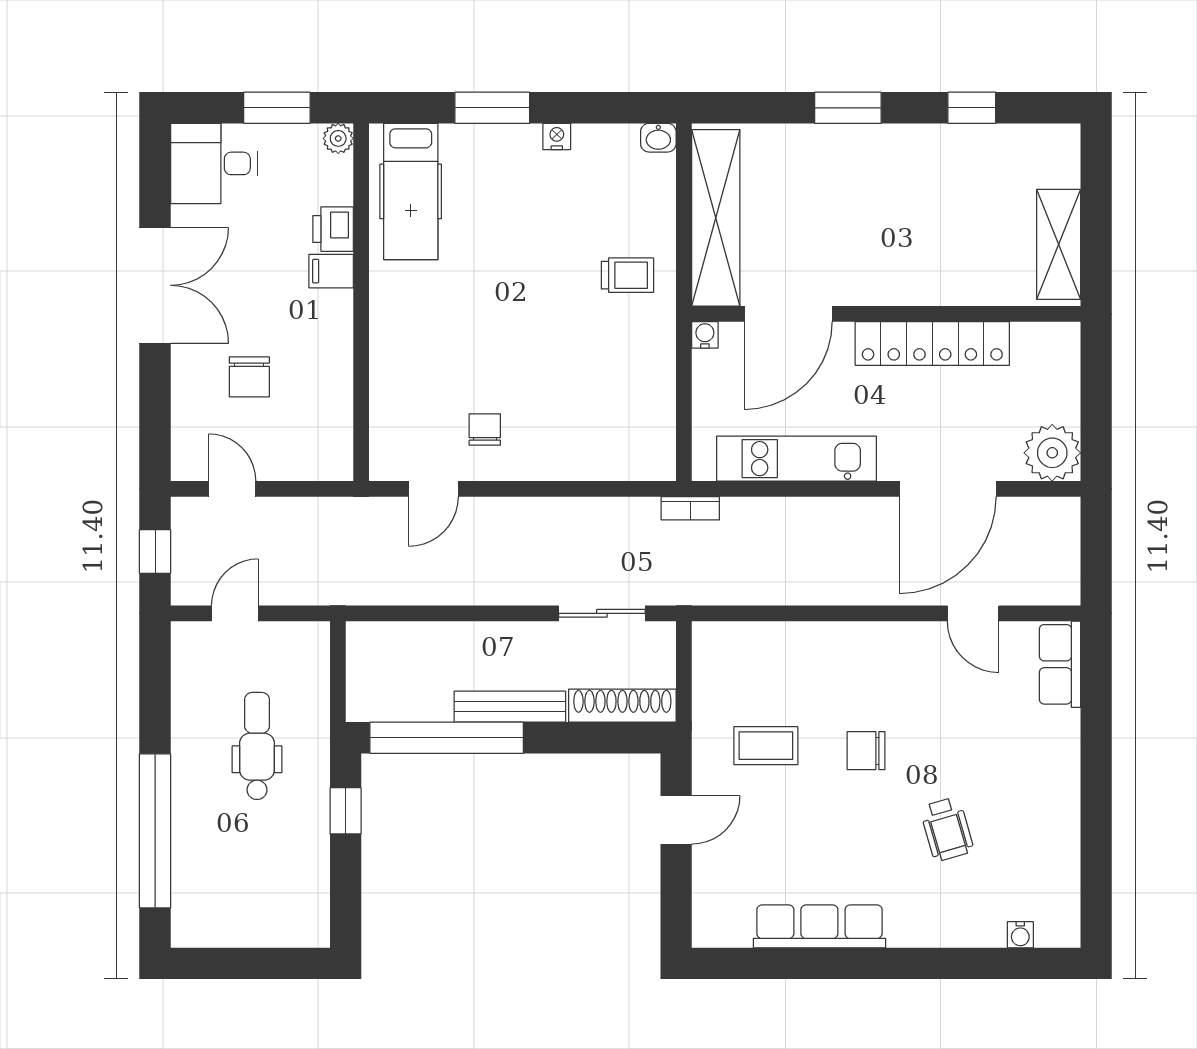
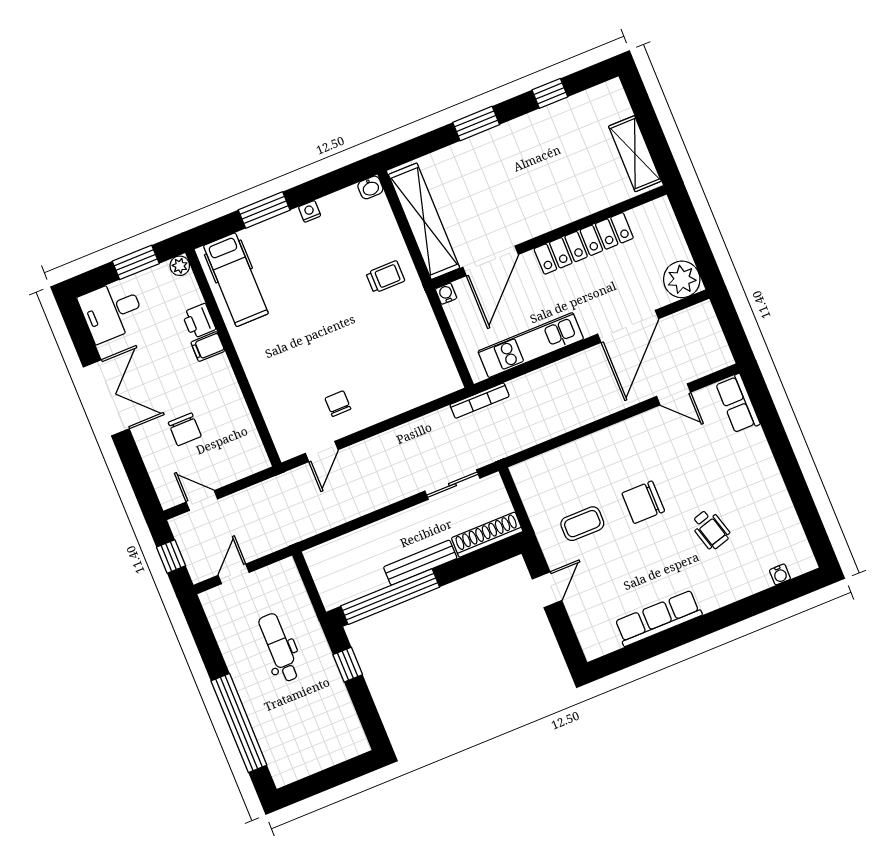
bookcase: (690, 508) -> (480, 401), width x1.56
chair: (866, 751) -> (643, 502), width x1.37, depth x1.37

